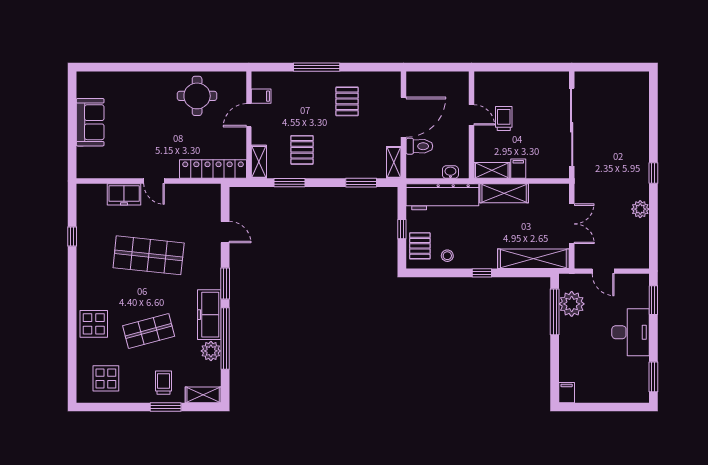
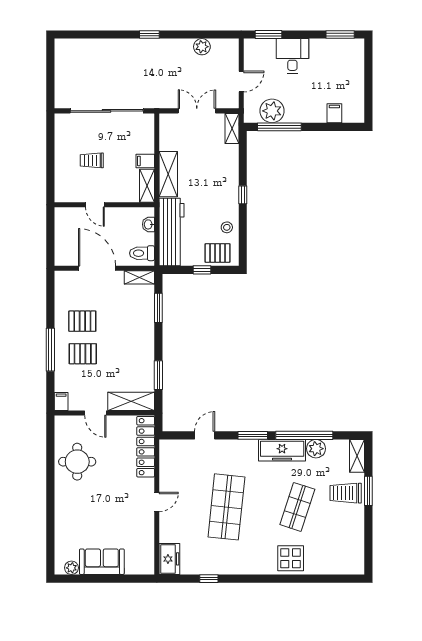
plant: (84, 90) -> (71, 568), added
filing cabinet: (261, 96) -> (61, 402), moved
door: (471, 115) -> (95, 205), swing flipped
trolley: (504, 119) -> (92, 160), moved
toilet: (419, 146) -> (142, 253), moved, turned -90
pallet: (302, 150) -> (83, 354), moved
shelving: (259, 162) -> (131, 401), width x1.50, depth x1.33
freezer: (124, 194) -> (169, 559), moved
plant: (640, 209) -> (202, 47), moved
shelving: (533, 259) -> (232, 128), width x0.45, depth x0.75
shop shelf: (149, 331) -> (297, 507), turned 33
desk: (630, 332) -> (292, 56), width x0.73
display table: (106, 378) -> (342, 547), removed
trolley: (163, 383) -> (346, 493), width x1.36, depth x1.39
filing cabinet: (567, 393) -> (334, 113), moved, turned 90

